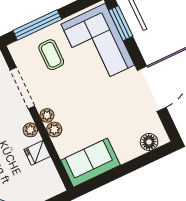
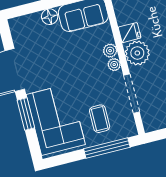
window: (121, 23) -> (26, 114), moved
plant: (30, 130) -> (137, 53), width x1.87, depth x1.87
floor lamp: (149, 142) -> (50, 17), moved

